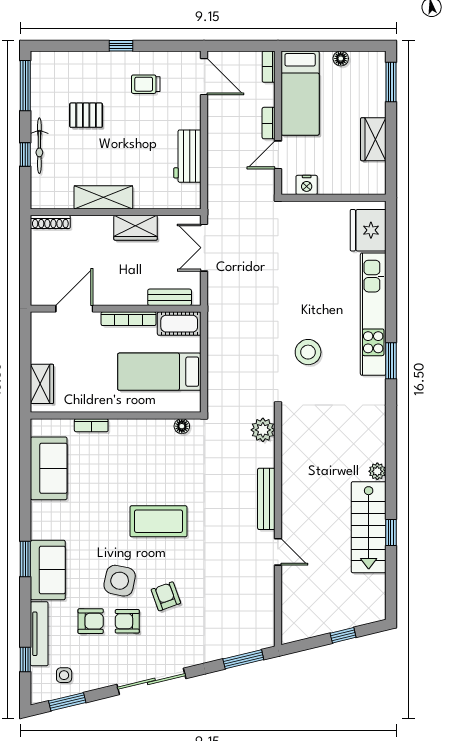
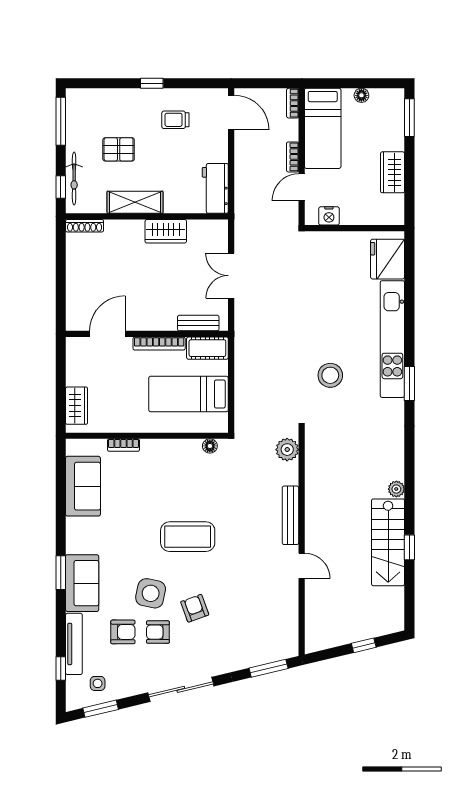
shelving: (103, 197) -> (135, 202), moved
wall: (116, 212) -> (147, 216), moved
shoe rack: (50, 222) -> (85, 226), moved
wardrobe: (136, 228) -> (166, 231), moved

